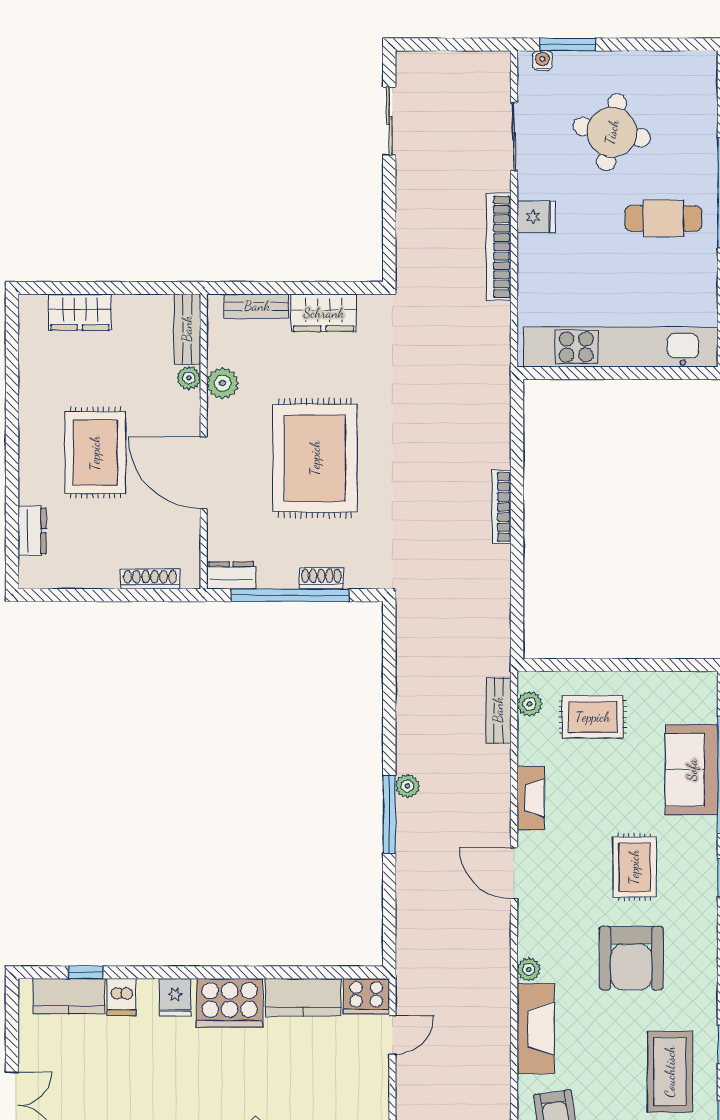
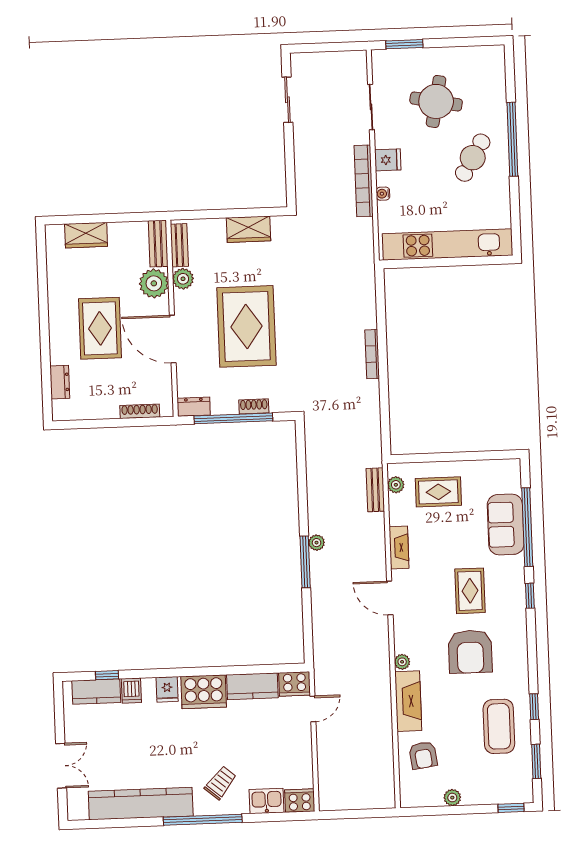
water cooler: (542, 61) -> (383, 194), moved, turned -90
cafe table: (663, 218) -> (473, 158), turned -59
bench: (257, 306) -> (179, 245), moved, turned 90
plant: (189, 378) -> (154, 283), width x1.88, depth x1.88

